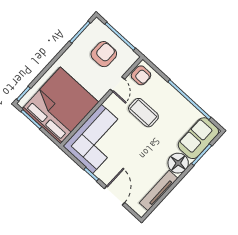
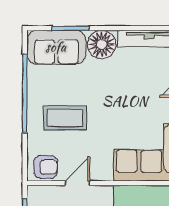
armchair: (141, 75) -> (46, 167), turned 90
coffee table: (143, 113) -> (65, 118), moved, turned 90

